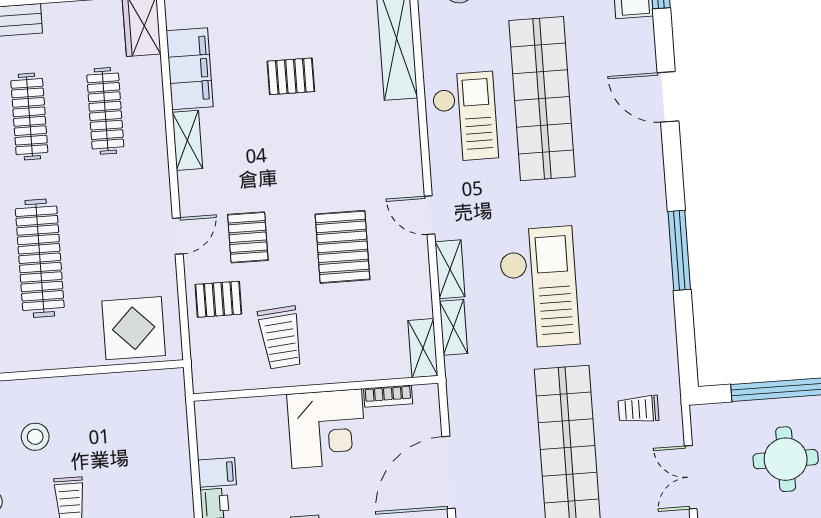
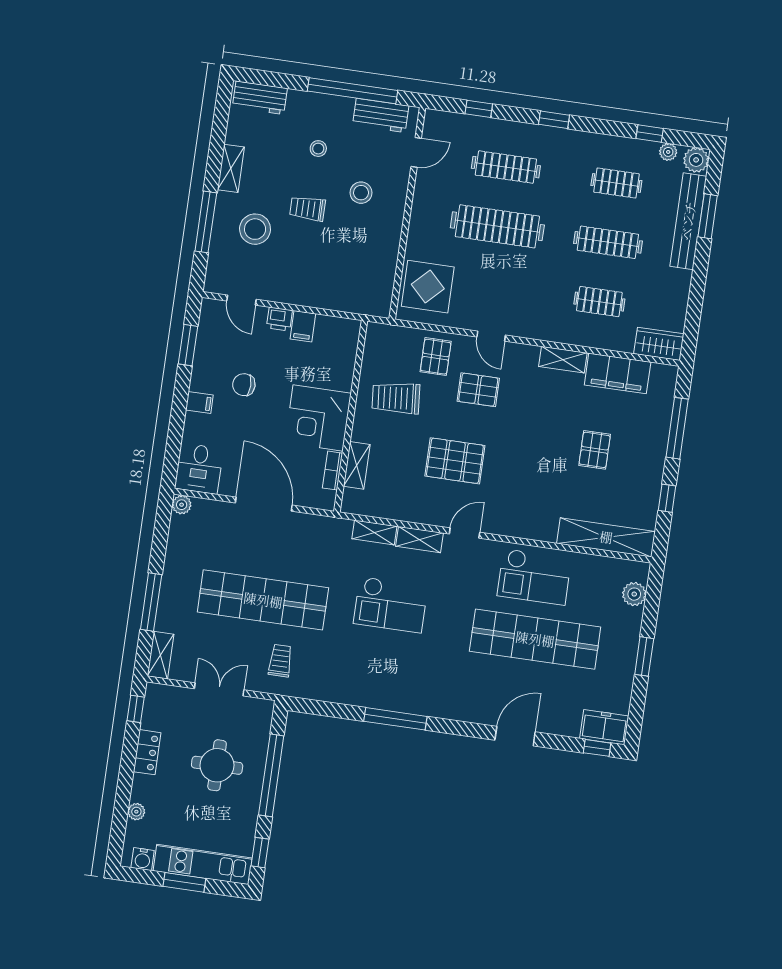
clothes rail: (105, 111) -> (599, 302), width x0.73
checkout: (539, 287) -> (391, 605), width x0.73, depth x0.83
shelving: (423, 348) -> (357, 465), moved, turned 90

